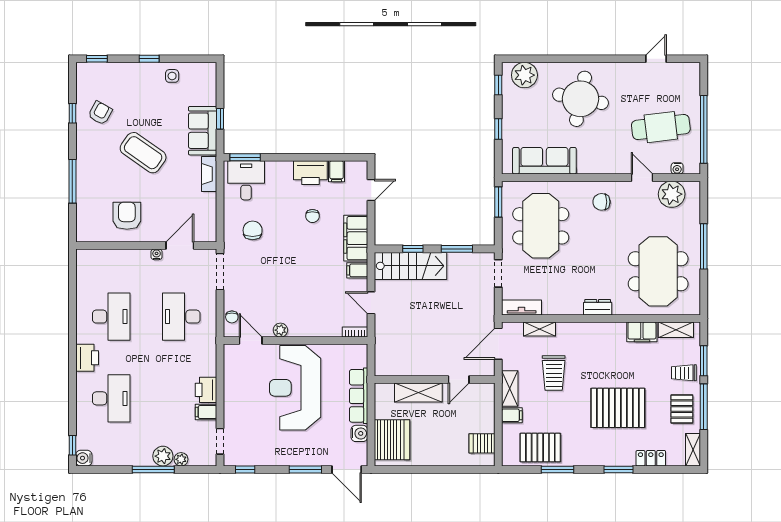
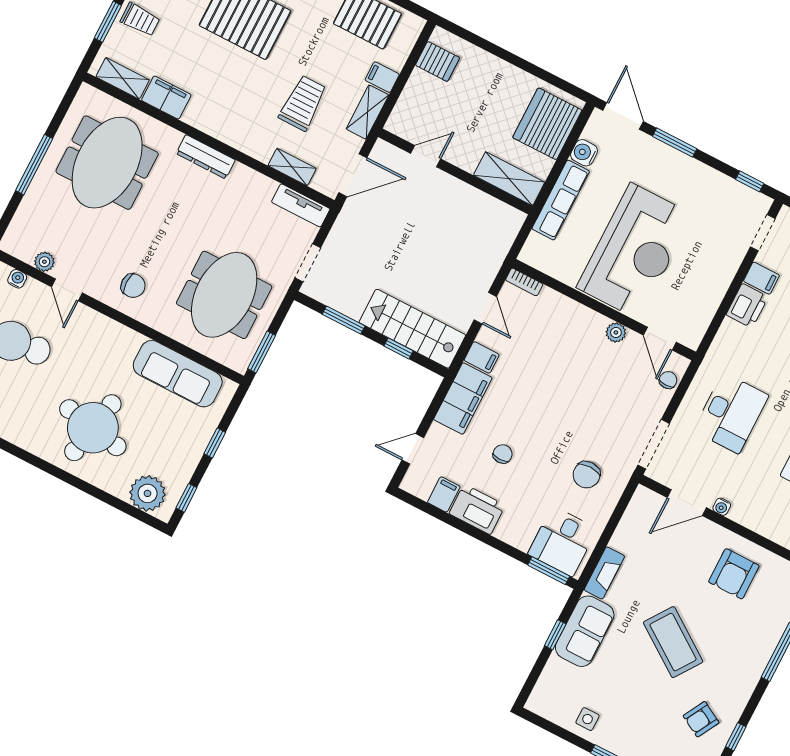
plant: (672, 194) -> (44, 262), width x0.53, depth x0.53
dresser: (598, 307) -> (206, 157), width x1.44
shelving: (418, 392) -> (509, 179), moved

